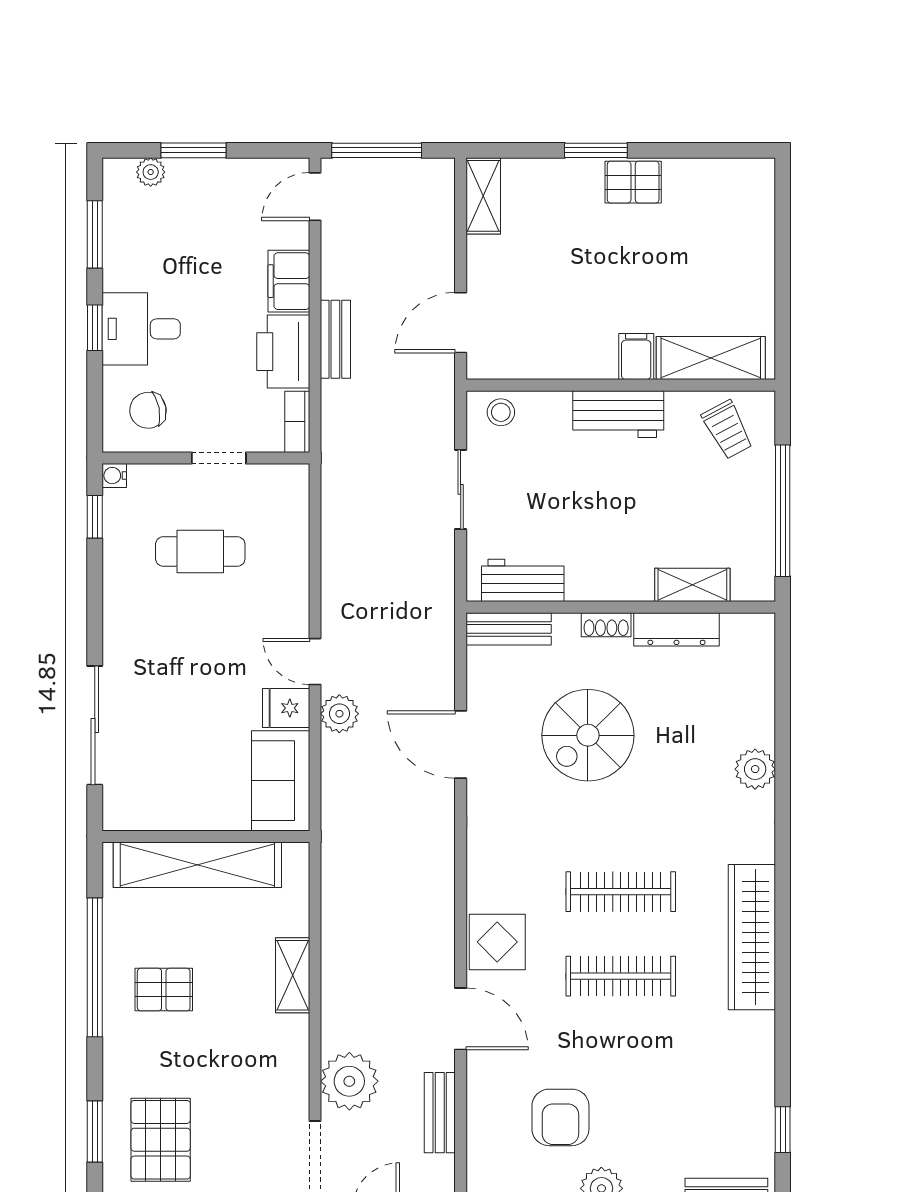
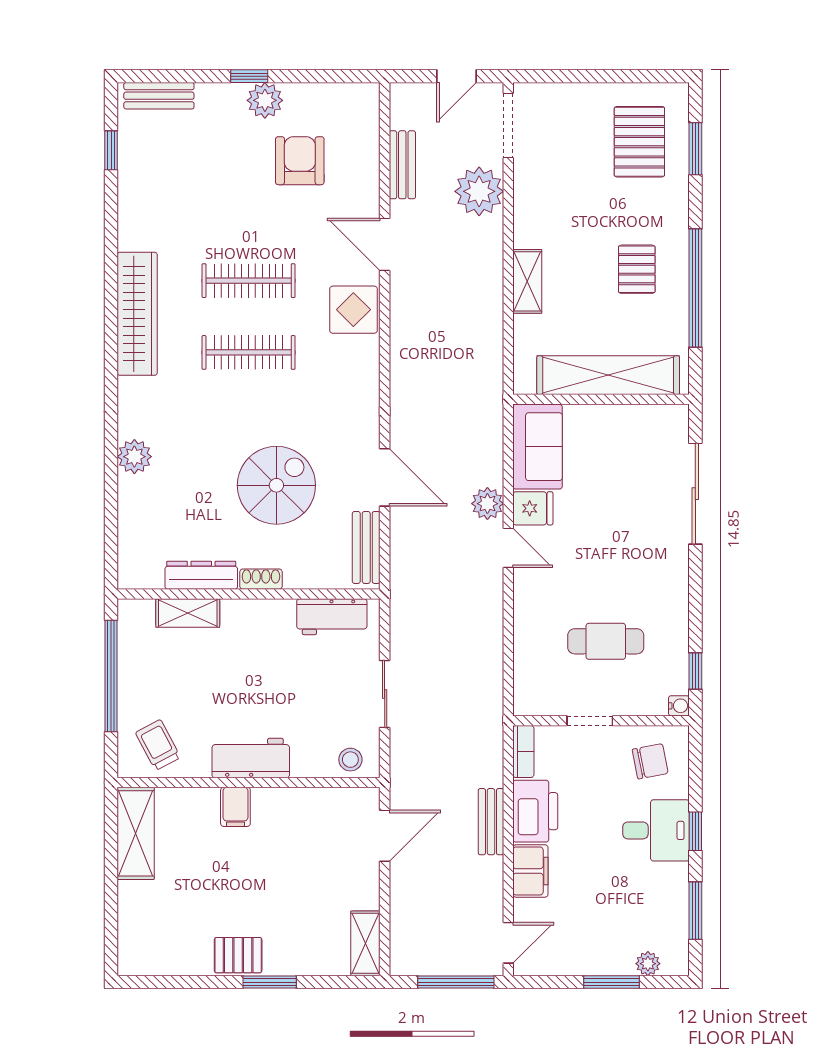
shelving: (711, 358) -> (136, 833), moved, turned 90
bench: (509, 629) -> (366, 547), moved, turned 90
pallet: (164, 990) -> (637, 269), turned 90

